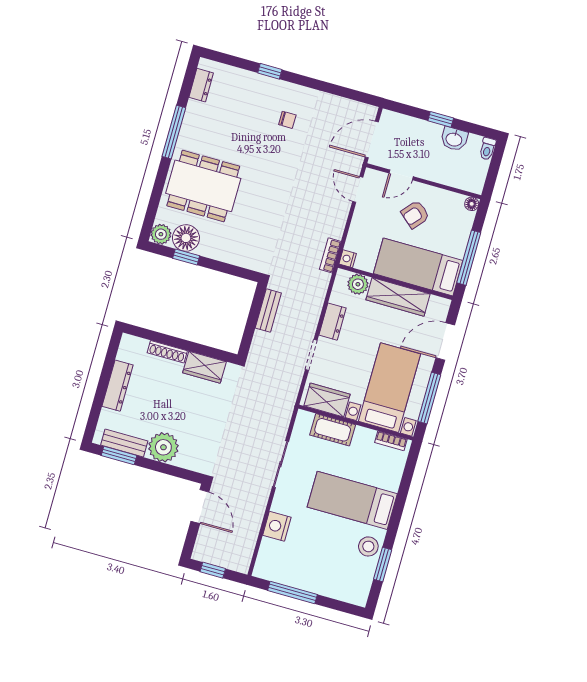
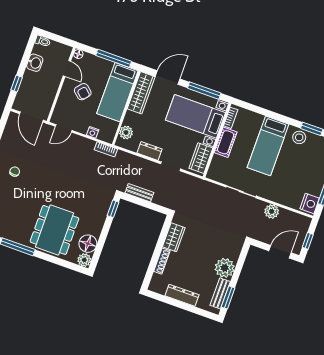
window: (441, 119) -> (17, 84), moved
door: (401, 175) -> (67, 69), moved
window: (186, 257) -> (113, 209), moved
nightstand: (348, 259) -> (93, 132), moved
wardrobe: (398, 297) -> (141, 93), moved
door: (445, 341) -> (168, 78), swing flipped
cot: (333, 430) -> (226, 142), moved
door: (200, 507) -> (280, 252), moved
plant: (254, 513) -> (272, 211), added
nightstand: (277, 526) -> (310, 203), moved, turned -90

